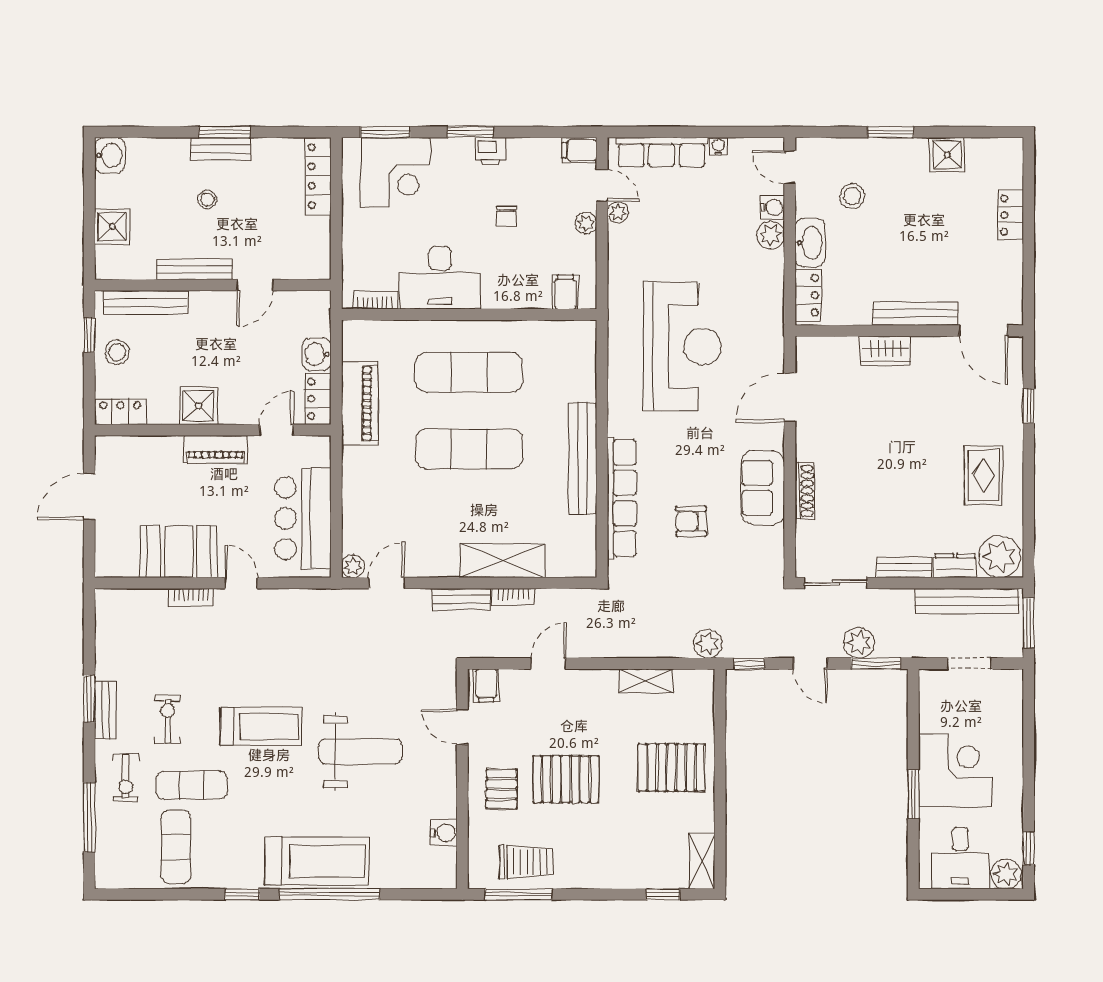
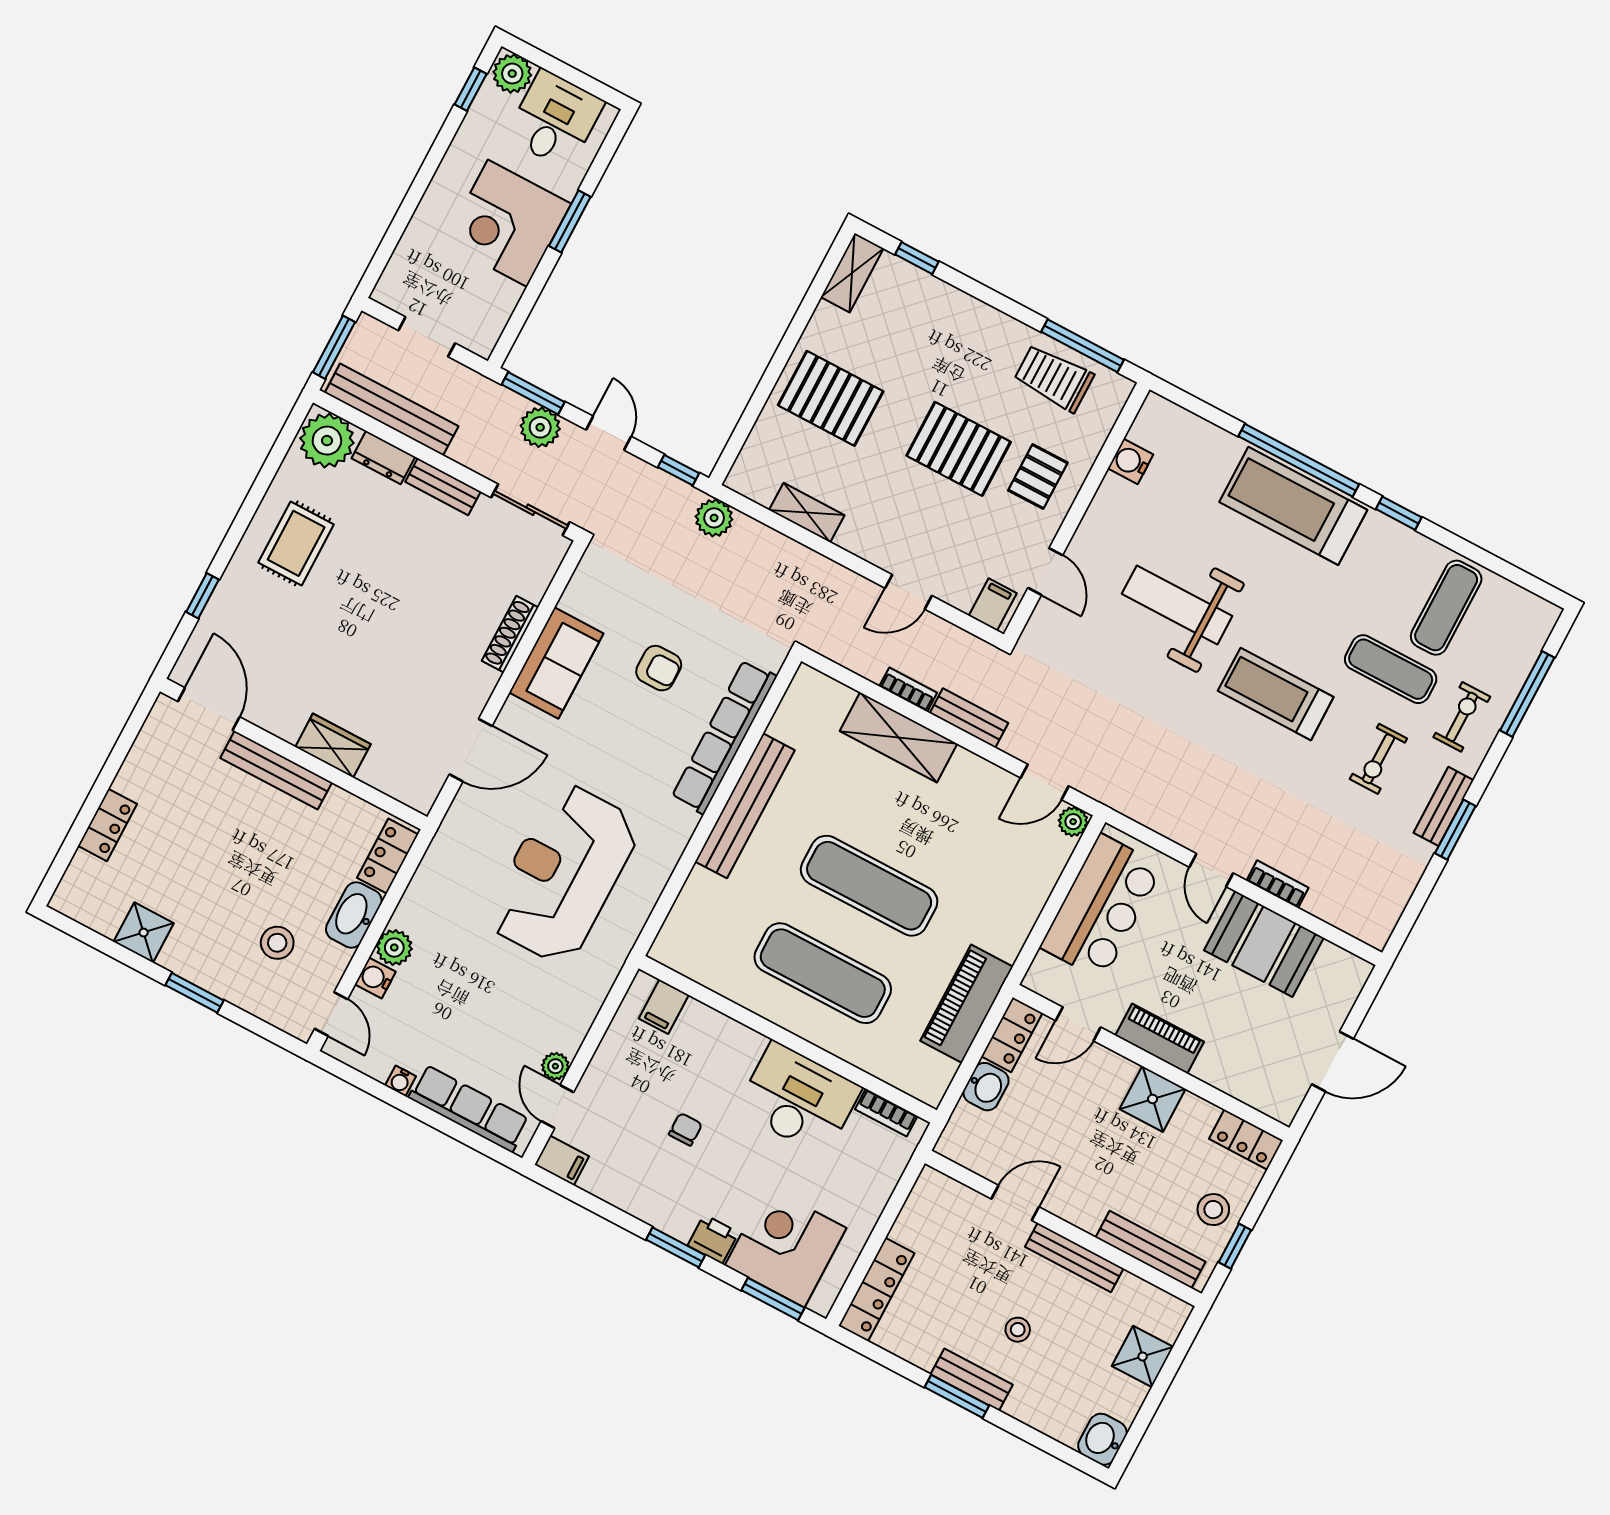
printer: (490, 151) -> (713, 1239), moved
plant: (586, 223) -> (599, 1073), removed

